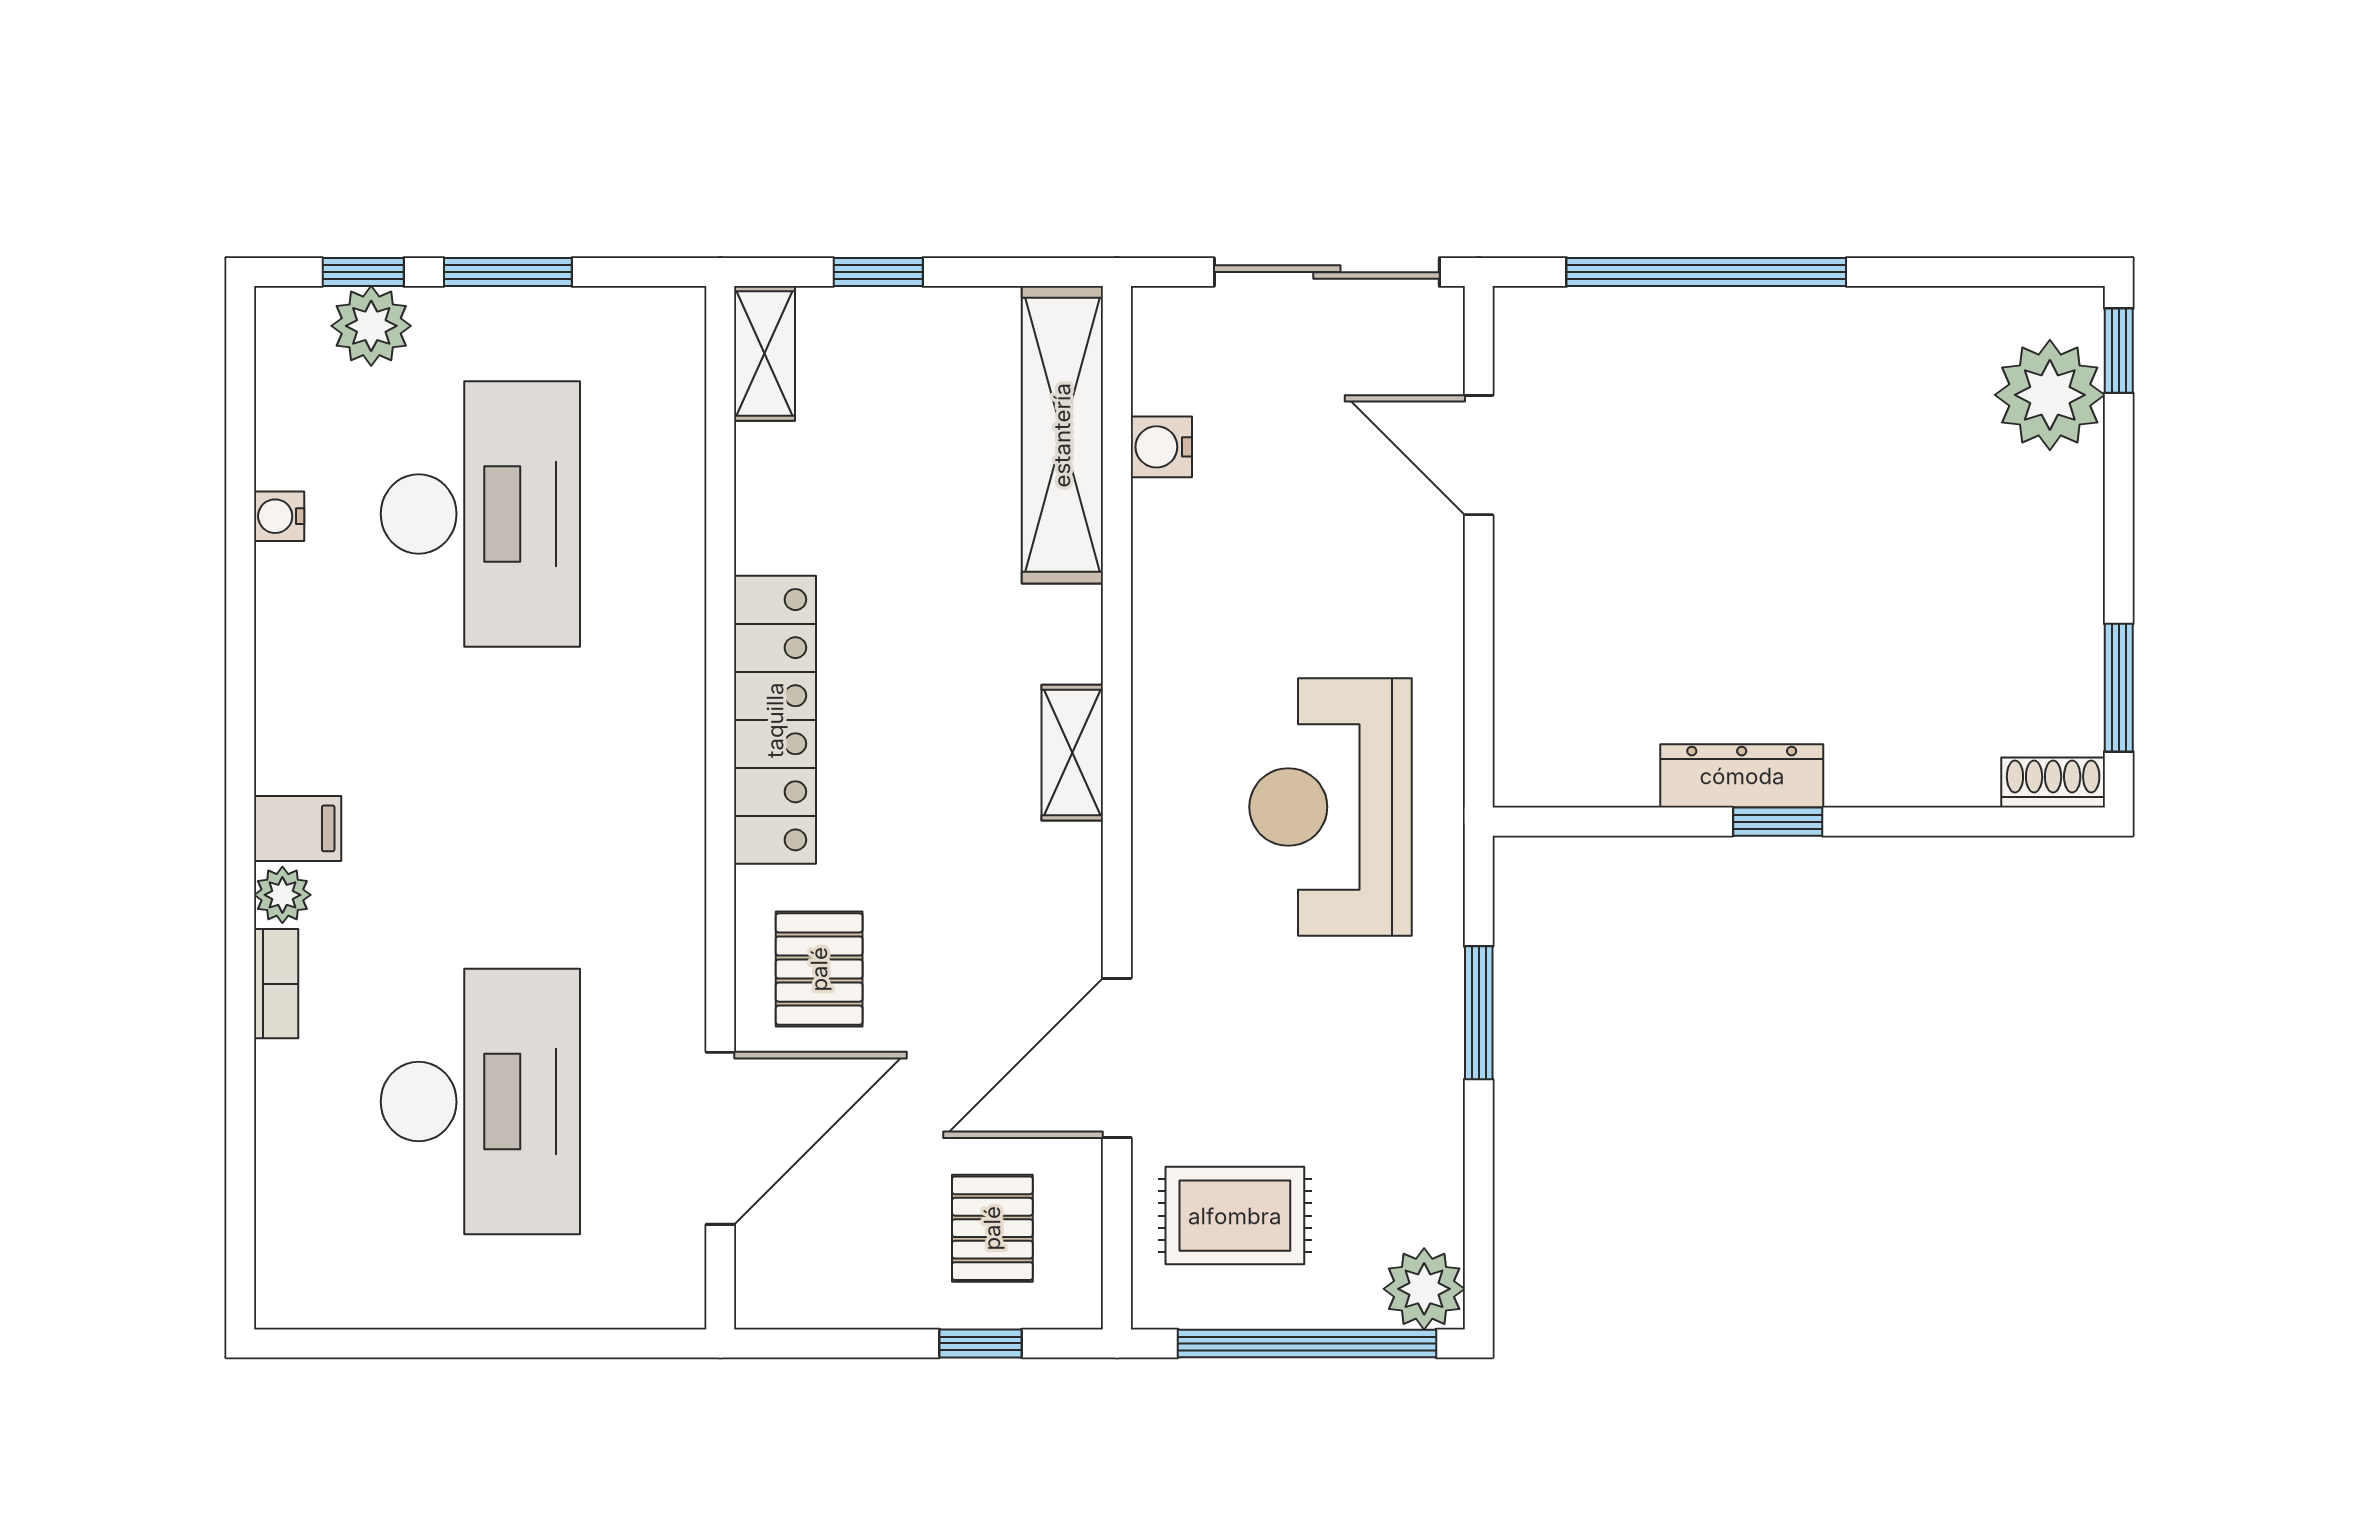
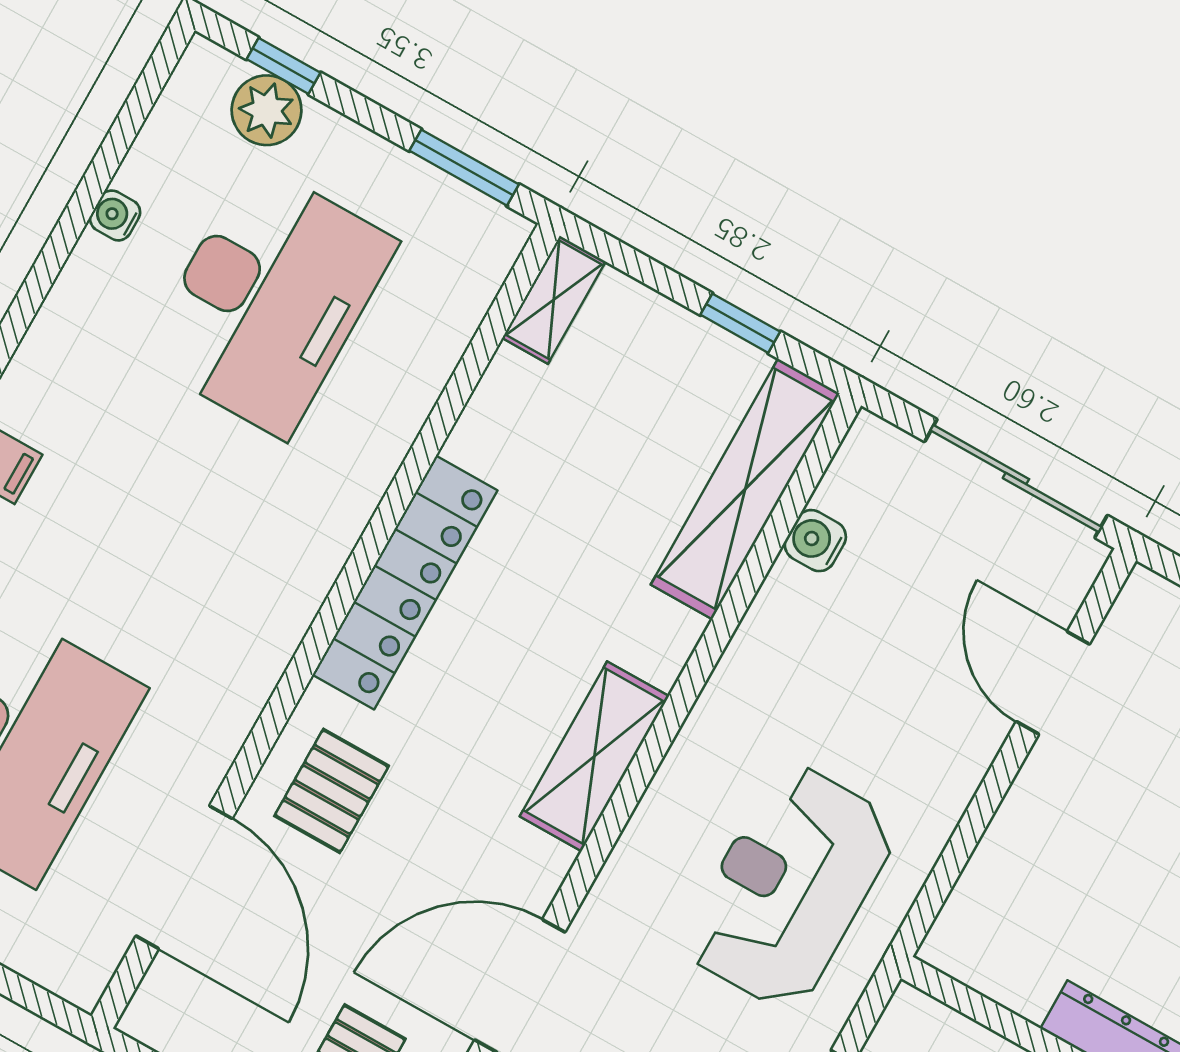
window: (508, 272) -> (464, 168), moved
window: (878, 272) -> (740, 323), moved
shelving: (1072, 753) -> (594, 756), width x1.50, depth x1.33
door: (720, 1138) -> (184, 877), hinge flipped

